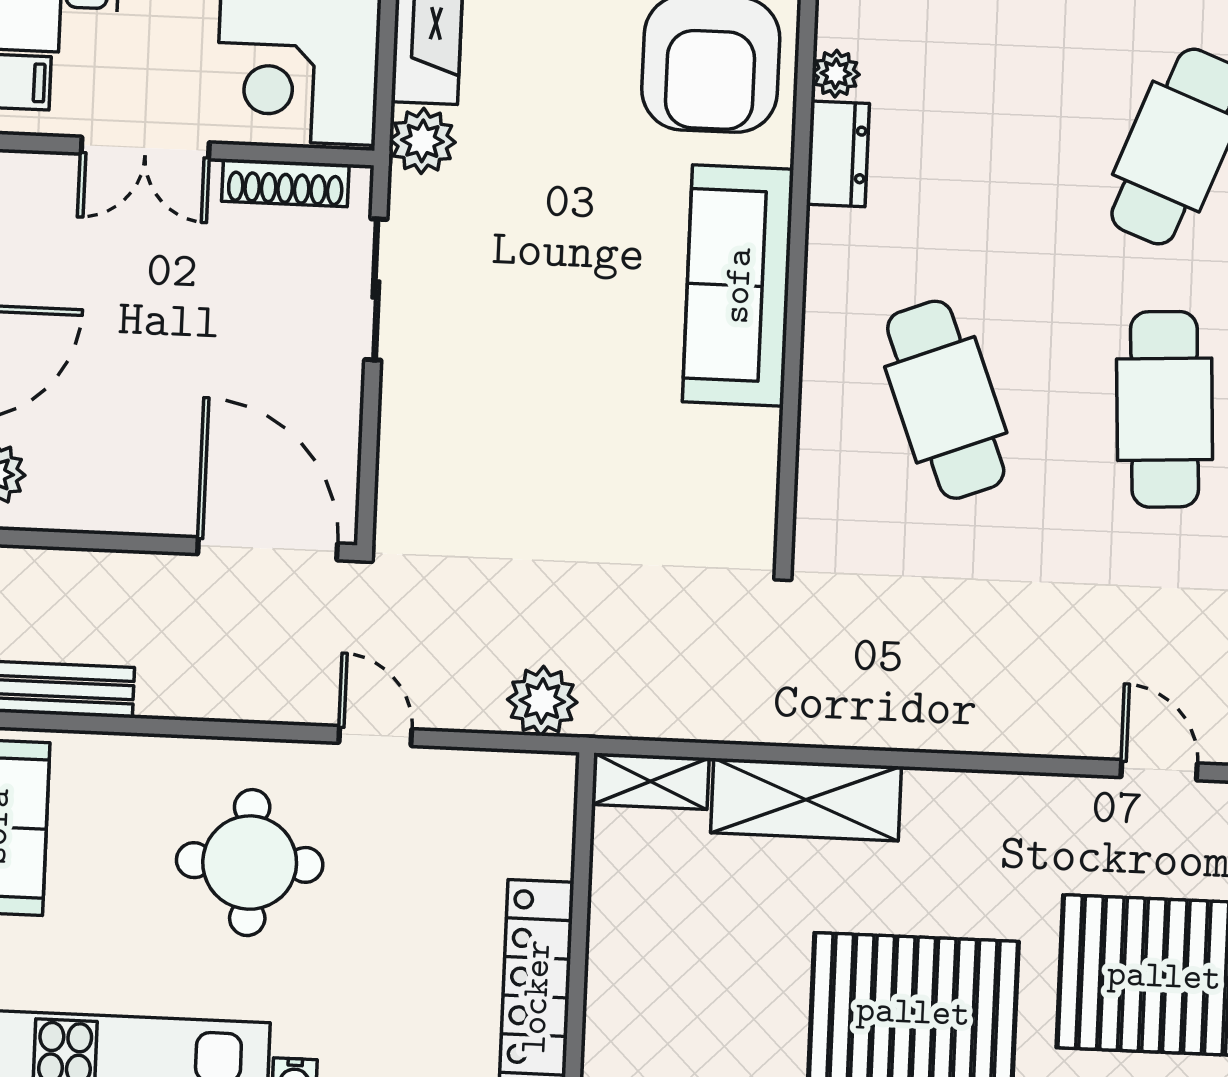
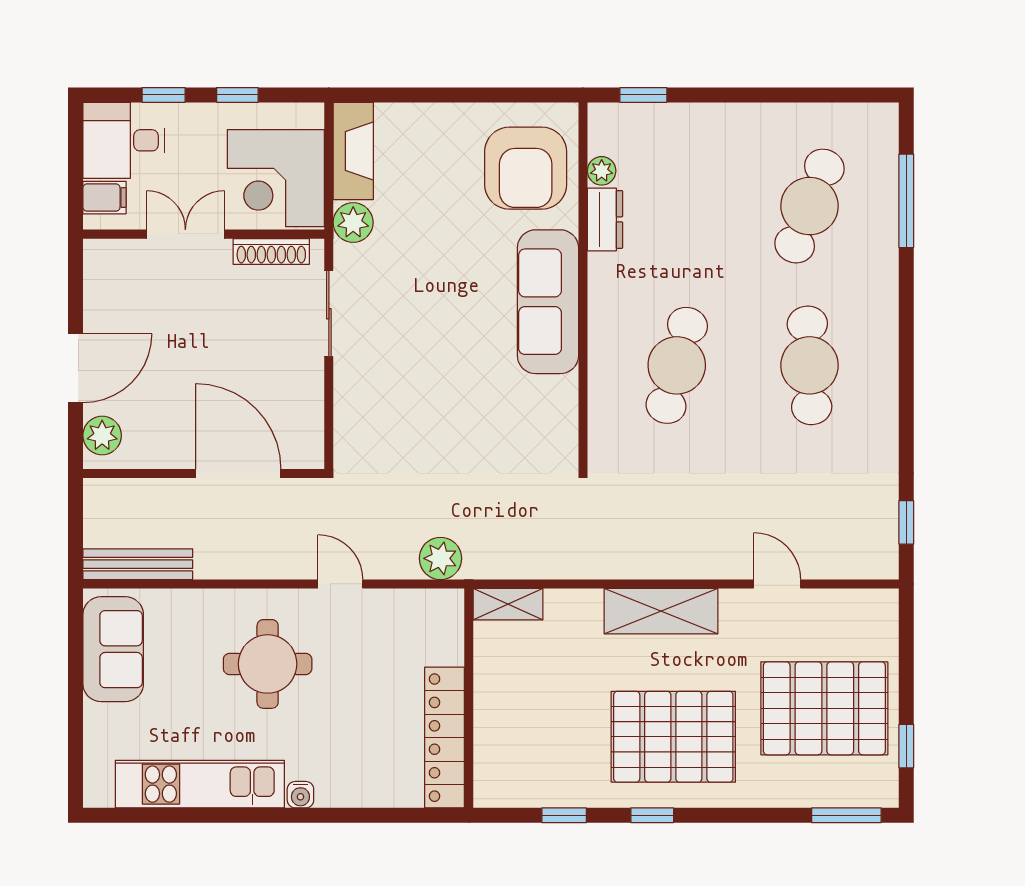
double door: (145, 148) -> (185, 234), swing flipped
cafe table: (946, 400) -> (677, 365), turned 36
door: (268, 549) -> (238, 474), moved
door: (1159, 770) -> (777, 584), moved
shelving: (806, 800) -> (661, 611), moved

